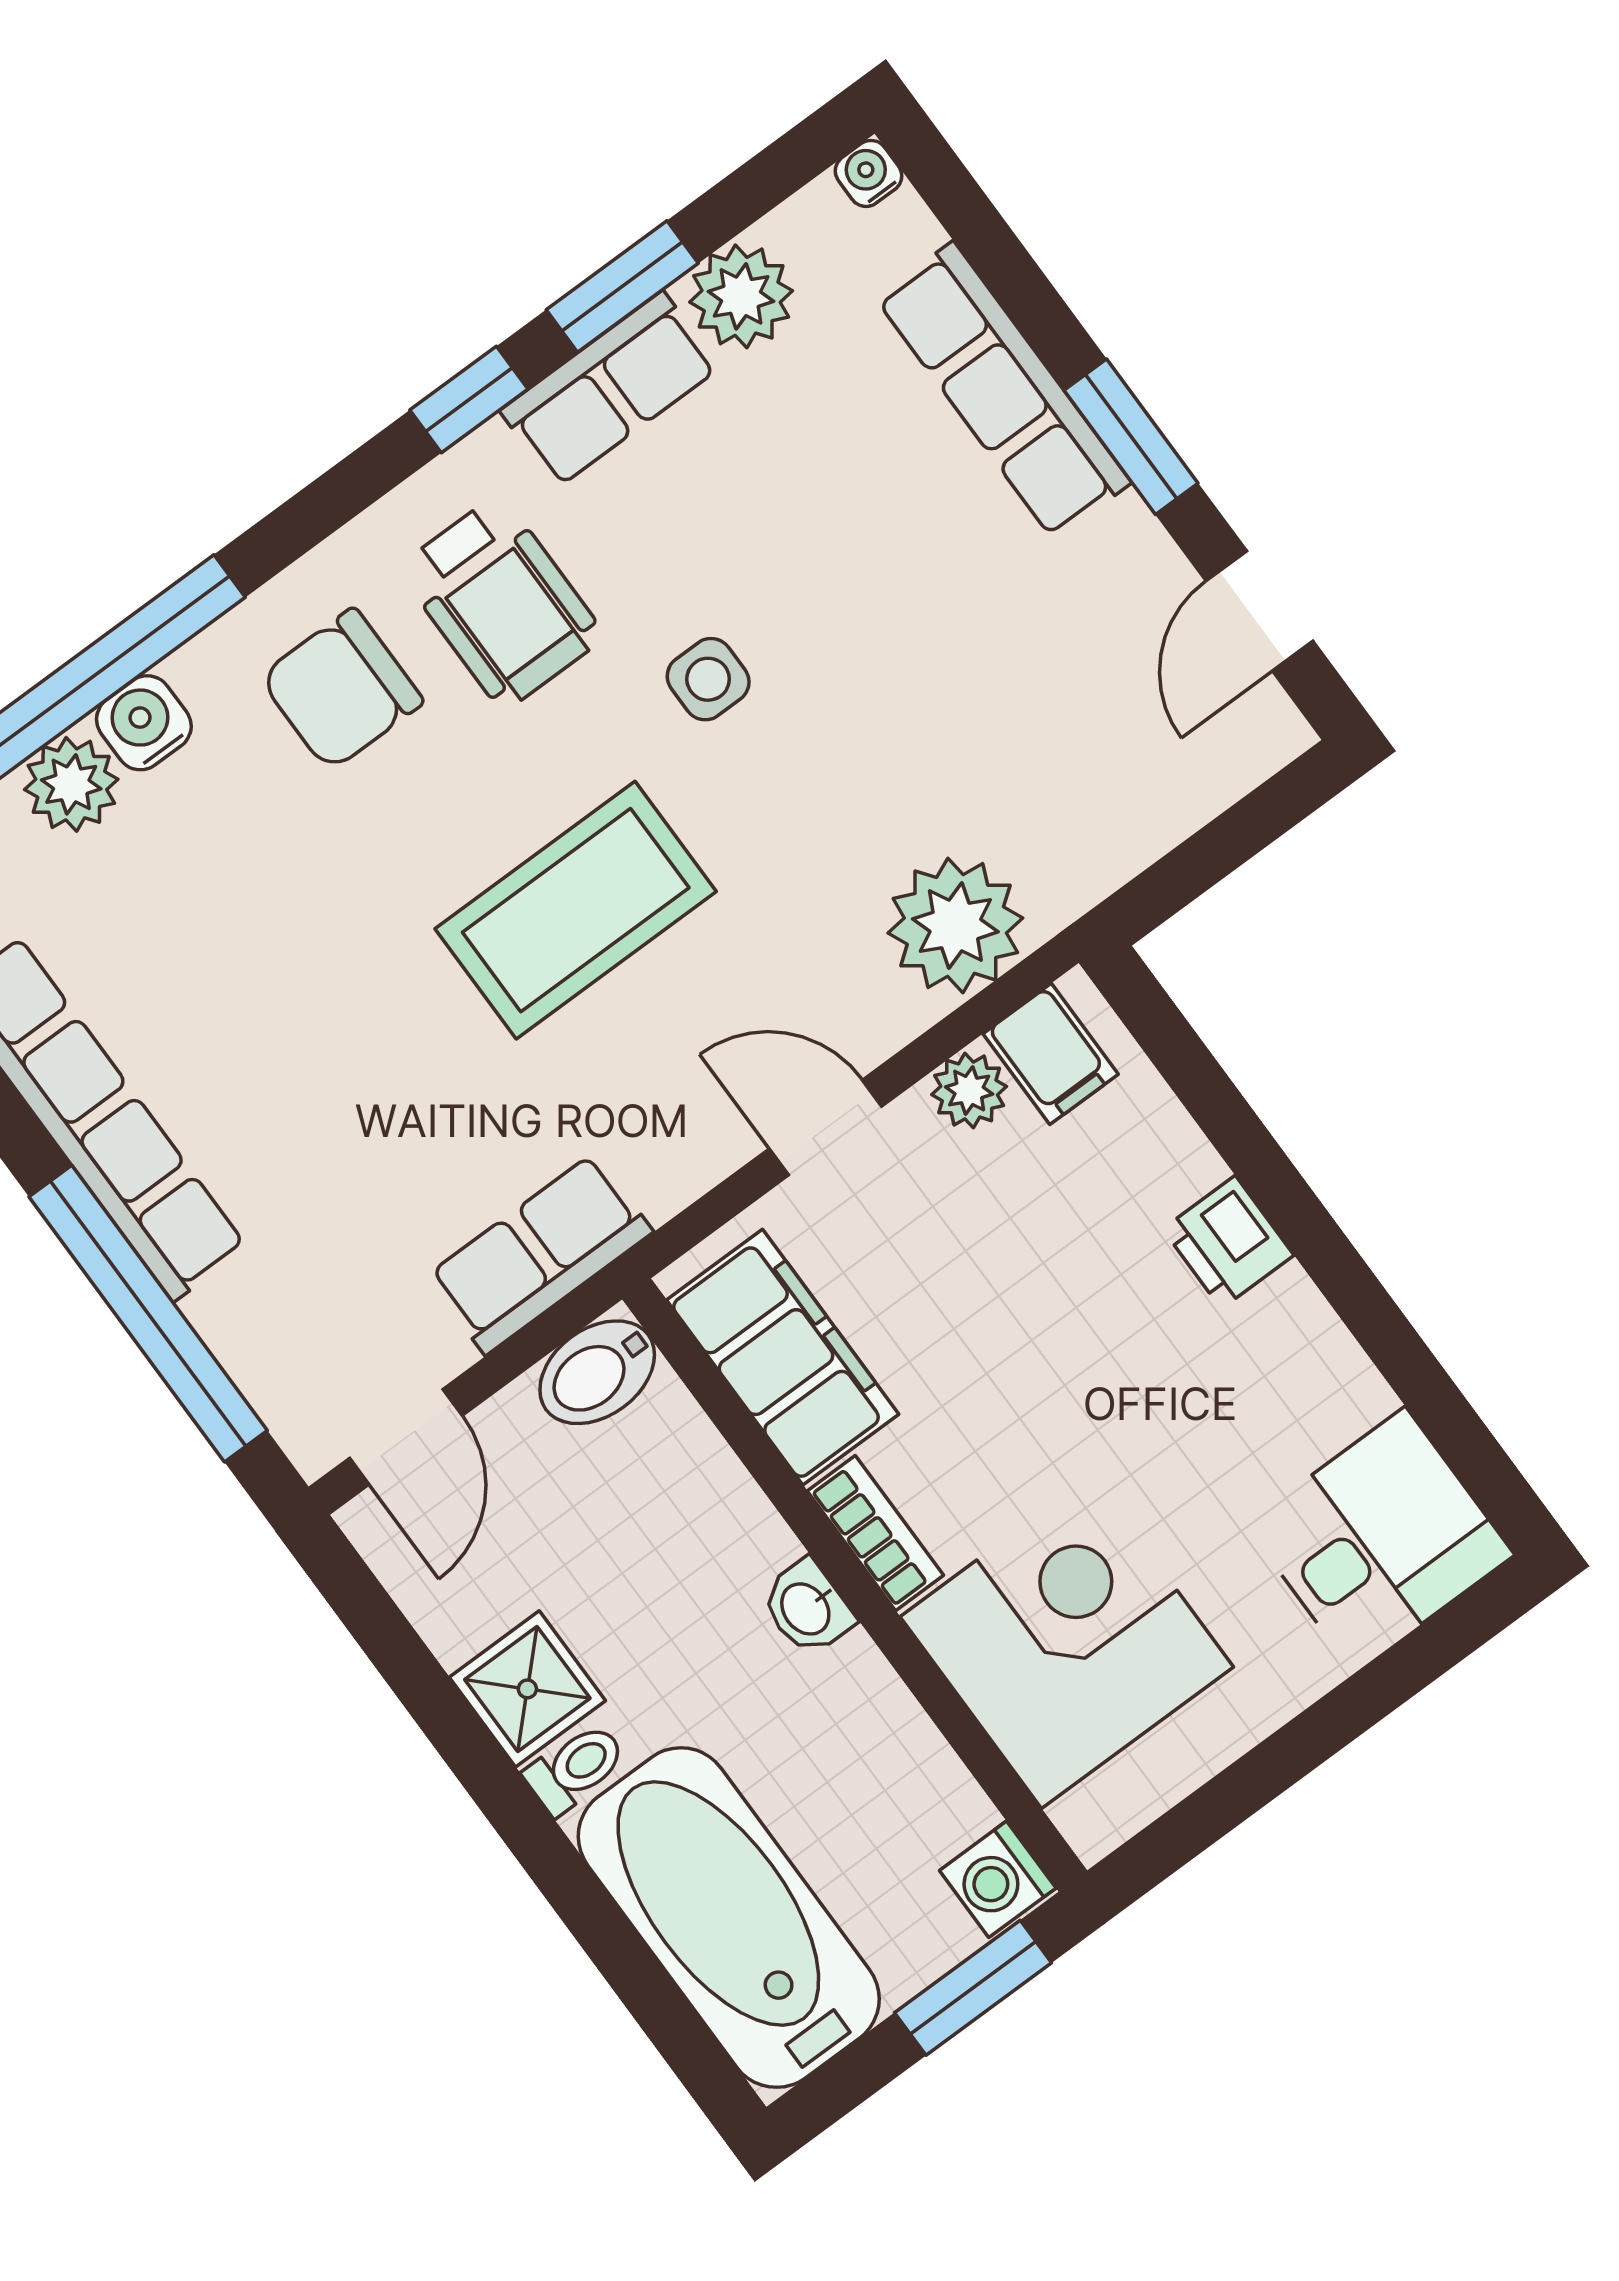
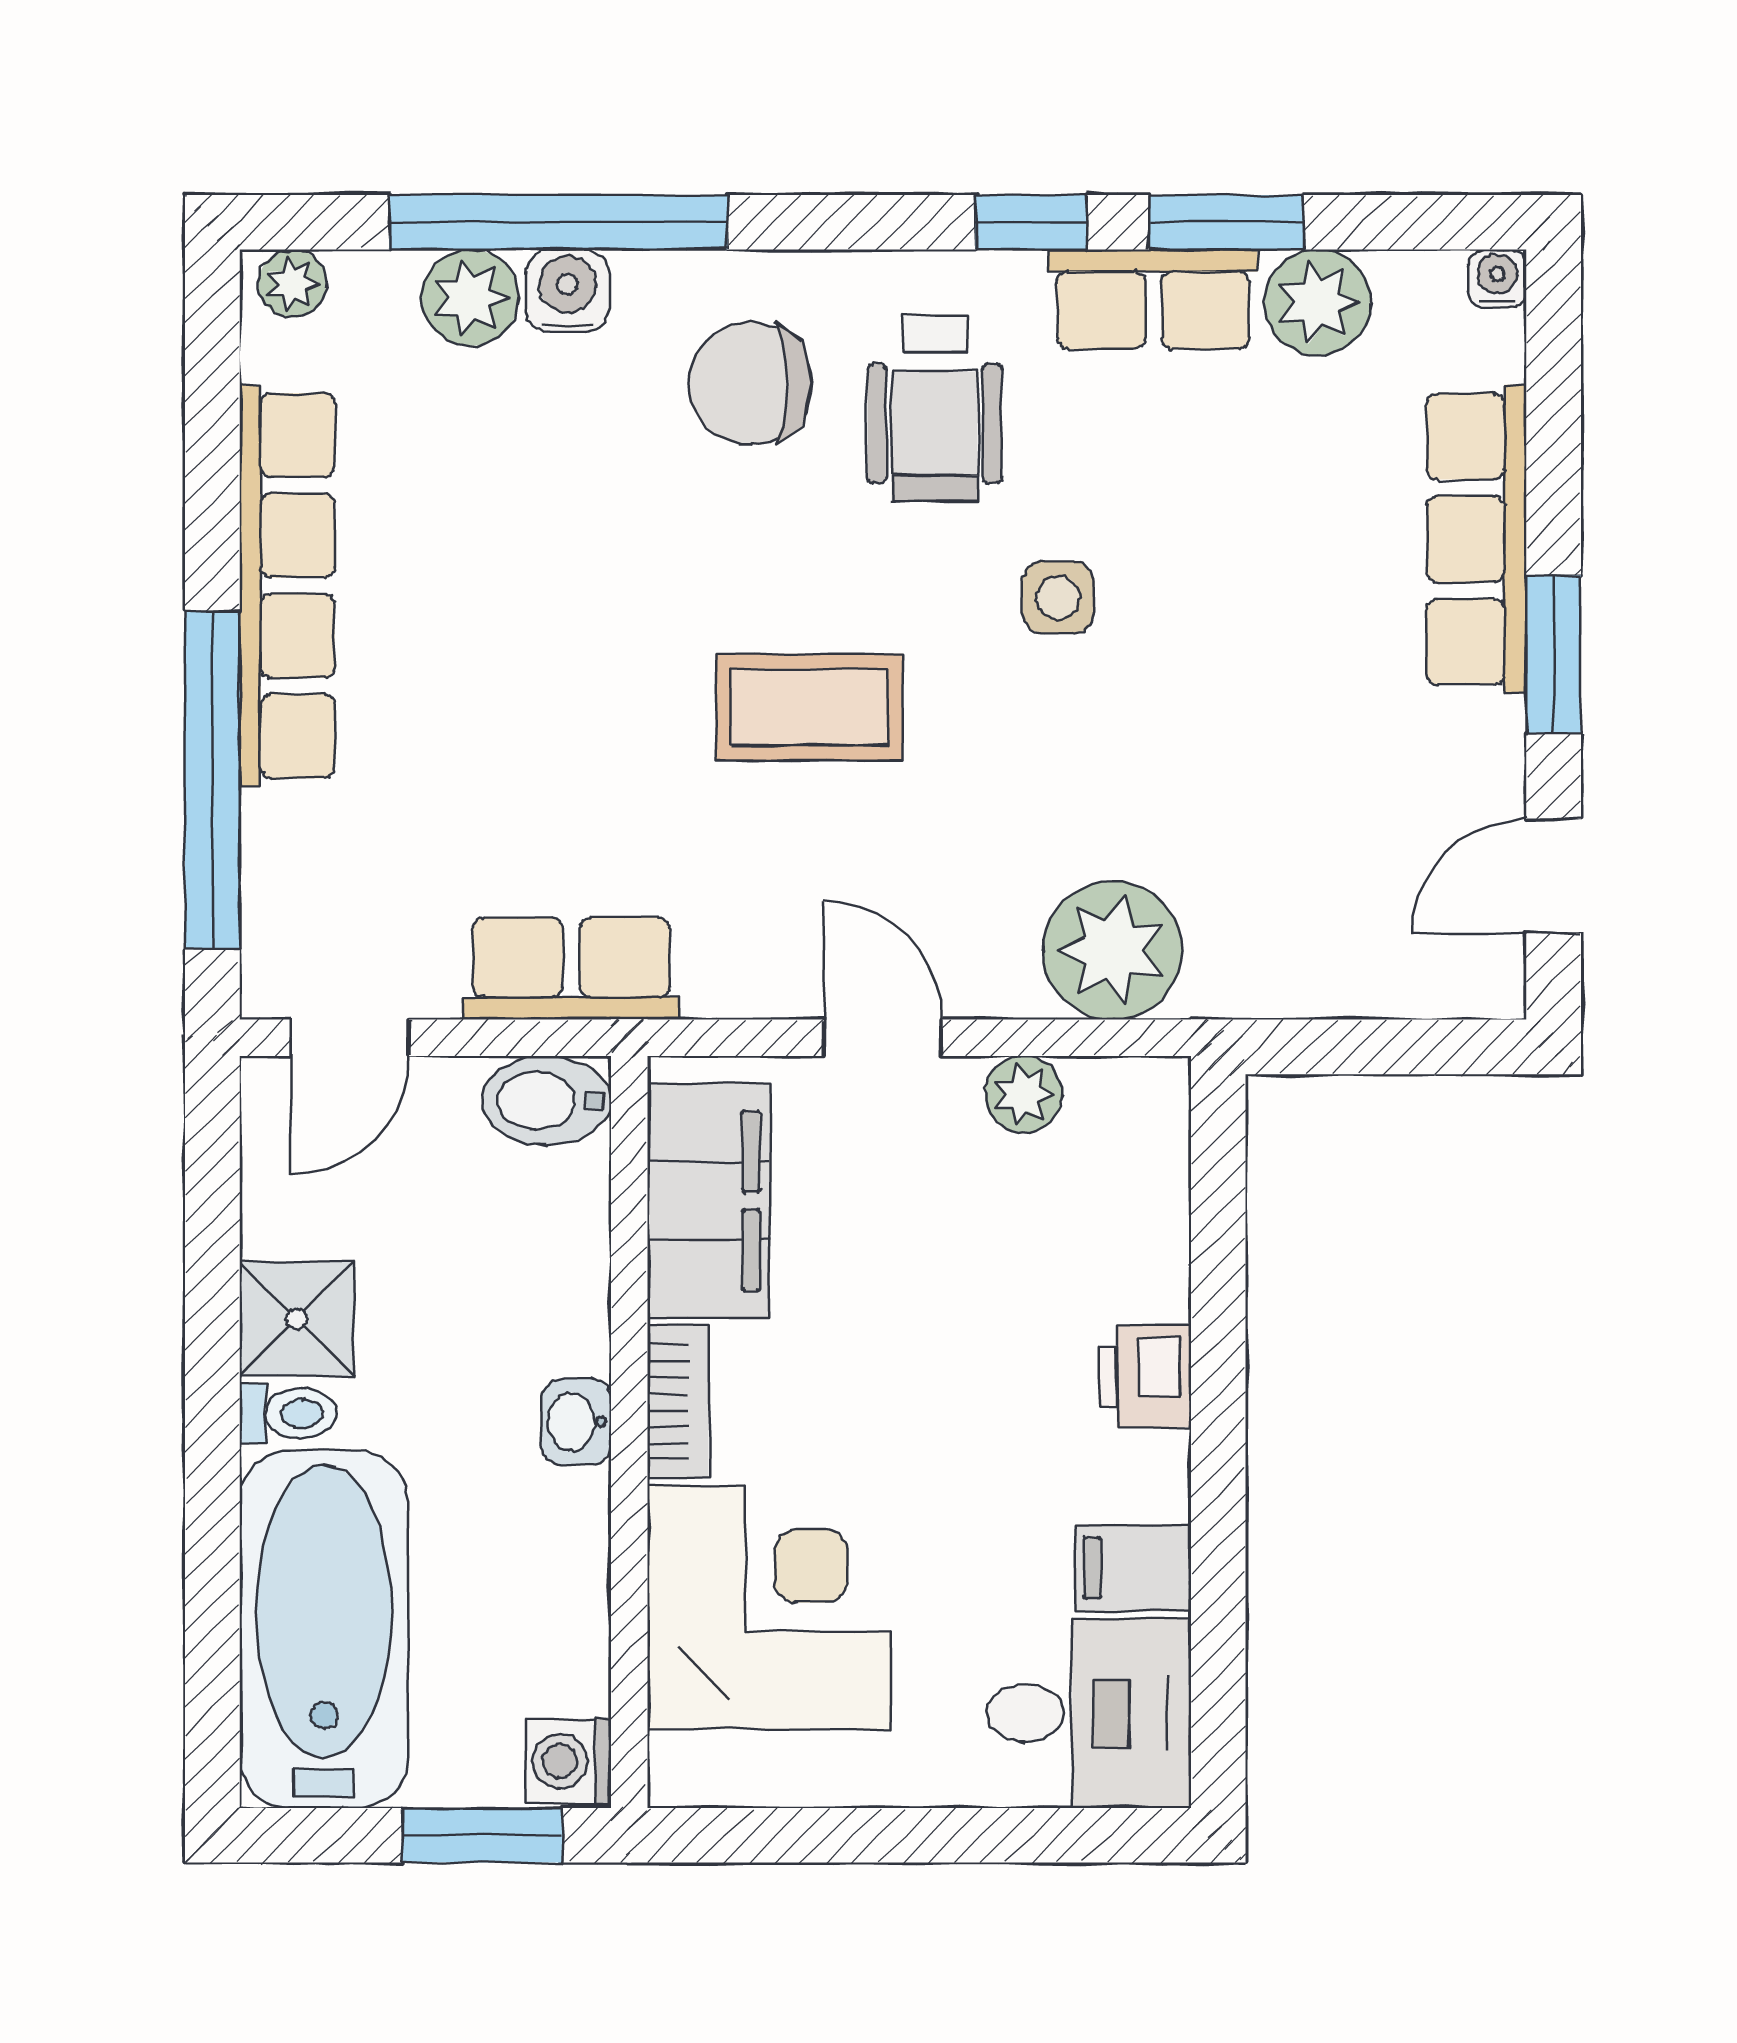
coffee table: (576, 910) -> (809, 707), width x0.73, depth x0.76
filing cabinet: (1051, 1054) -> (1133, 1568), moved, turned 90

